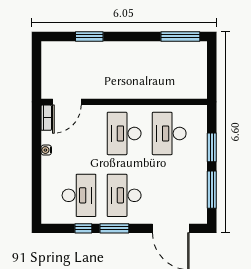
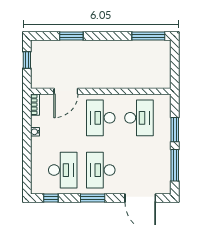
window: (36, 65) -> (27, 60), added
door: (67, 102) -> (66, 91), moved
desk: (169, 133) -> (139, 118), turned 180
window: (83, 228) -> (51, 198), moved

